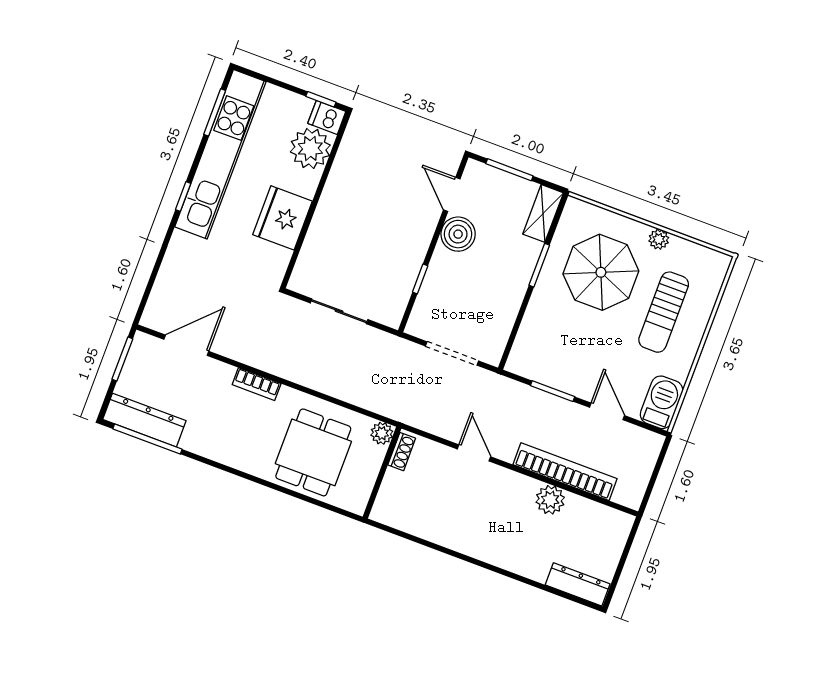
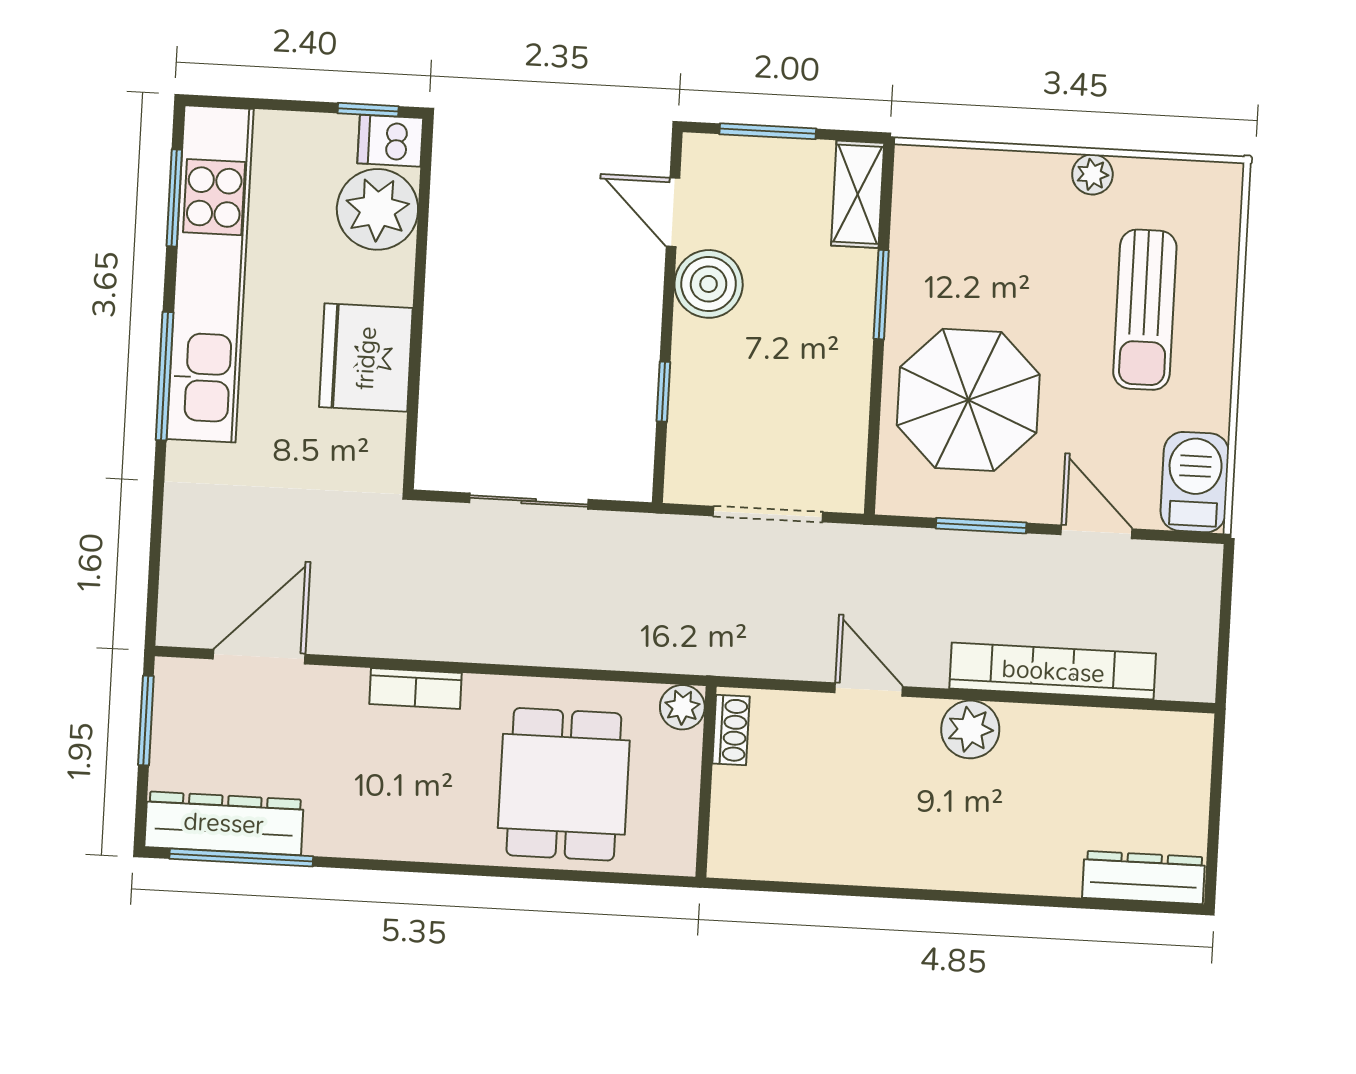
window: (183, 197) -> (165, 376), width x2.17
parasol: (601, 272) -> (968, 400), moved
plant: (550, 500) -> (970, 729), moved

